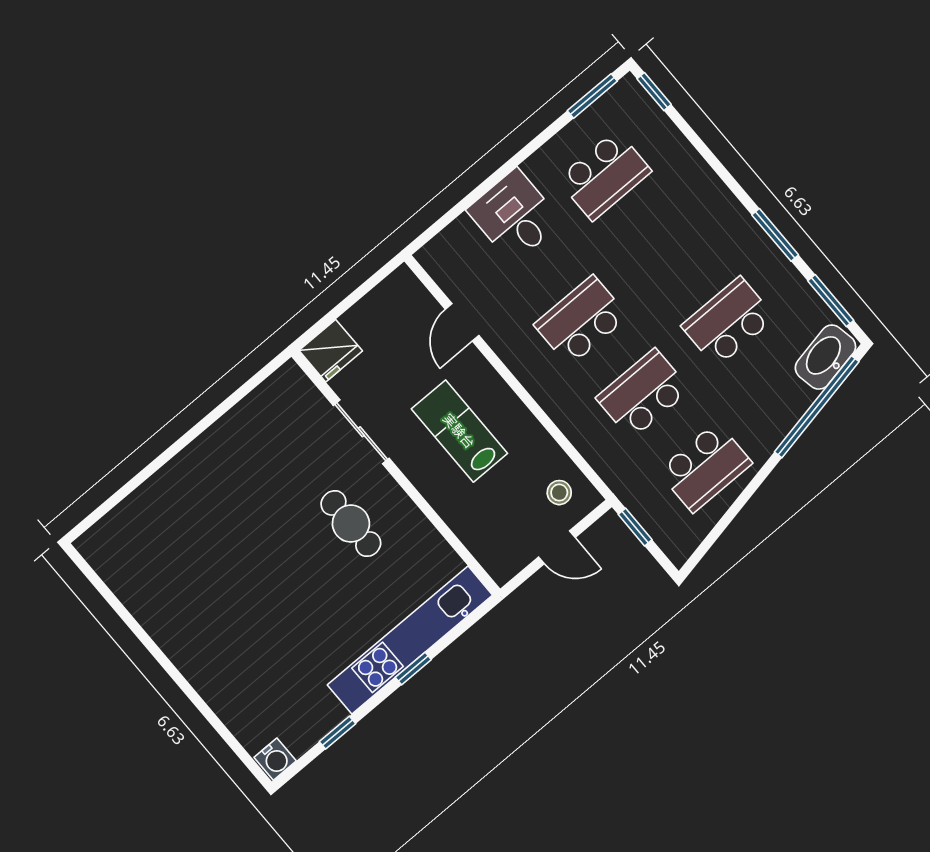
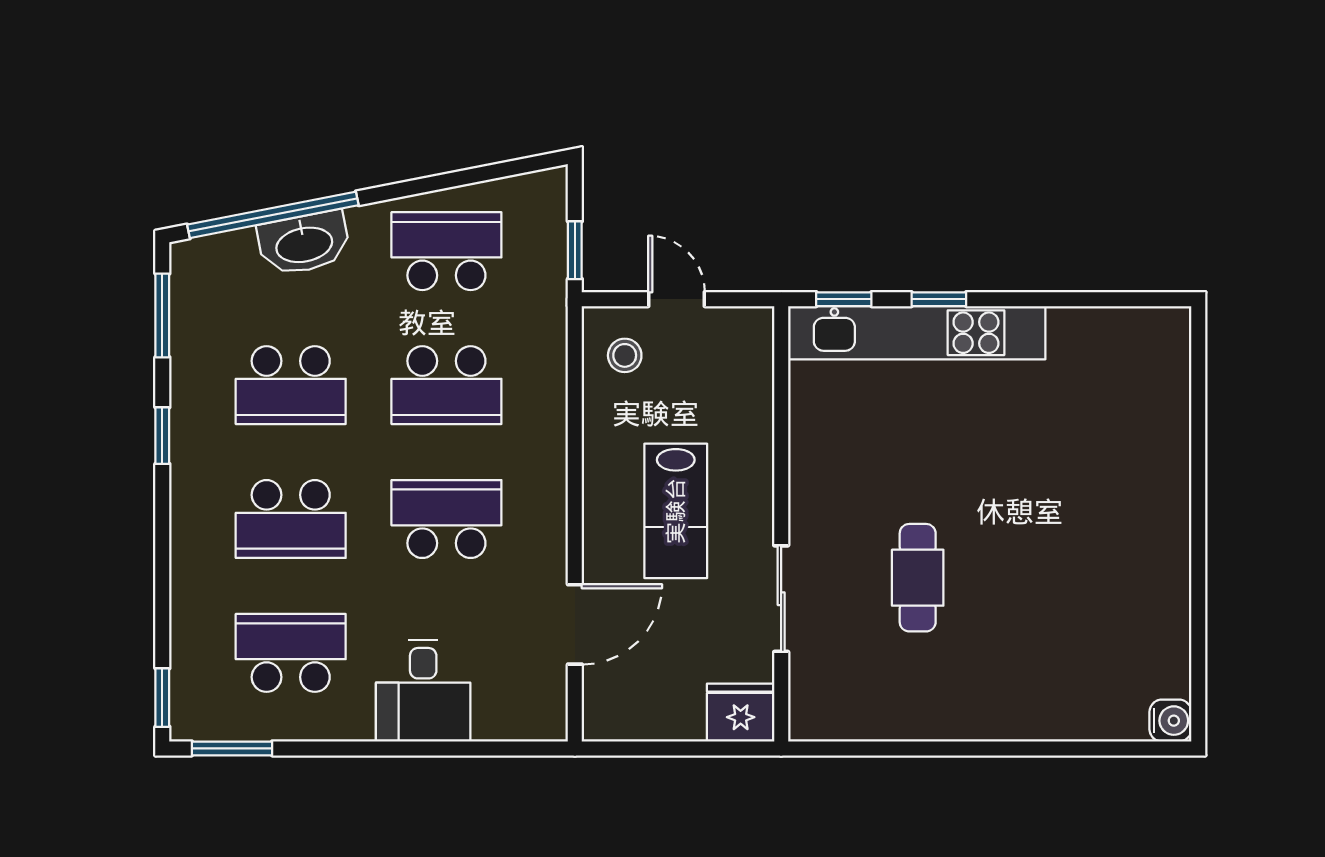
window: (775, 235) -> (162, 436), width x0.67
school desk: (666, 249) -> (291, 519), added
school desk: (581, 321) -> (446, 519), turned 180
door: (462, 322) -> (575, 624), width x1.38
washbasin: (825, 357) -> (304, 243), moved
cafe table: (351, 524) -> (918, 578), moved
window: (337, 733) -> (844, 299), moved
water cooler: (275, 759) -> (1170, 721), moved, turned 90

